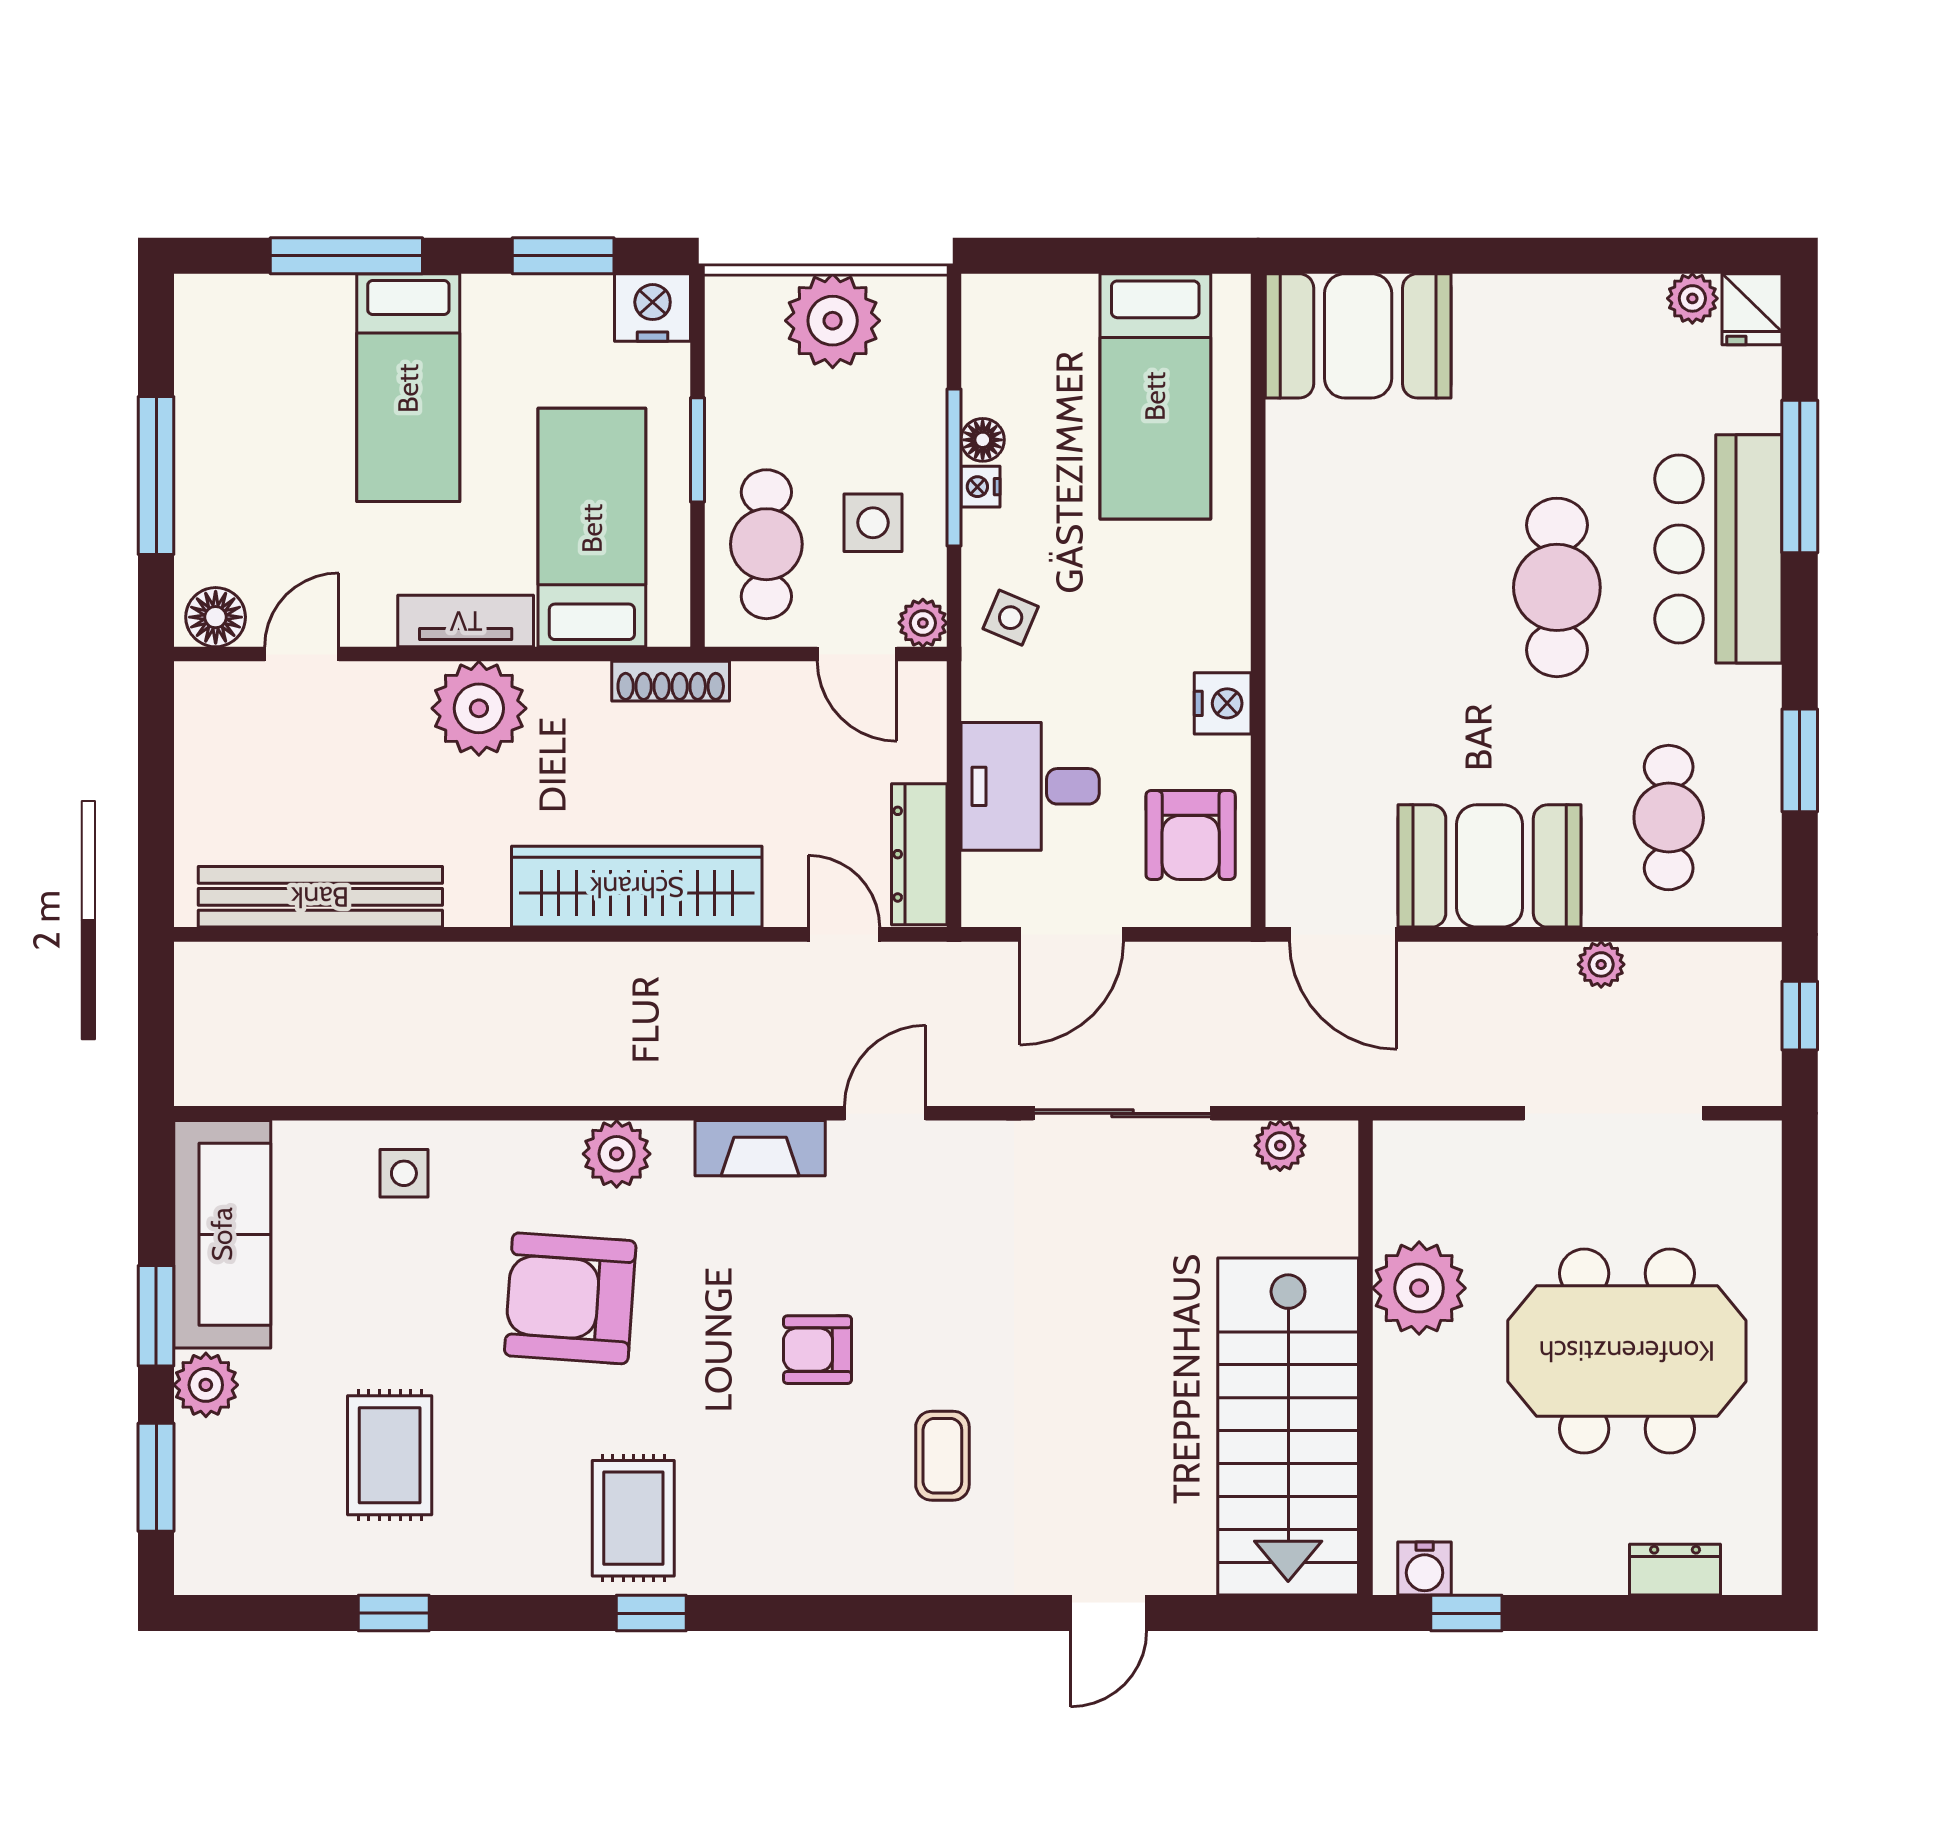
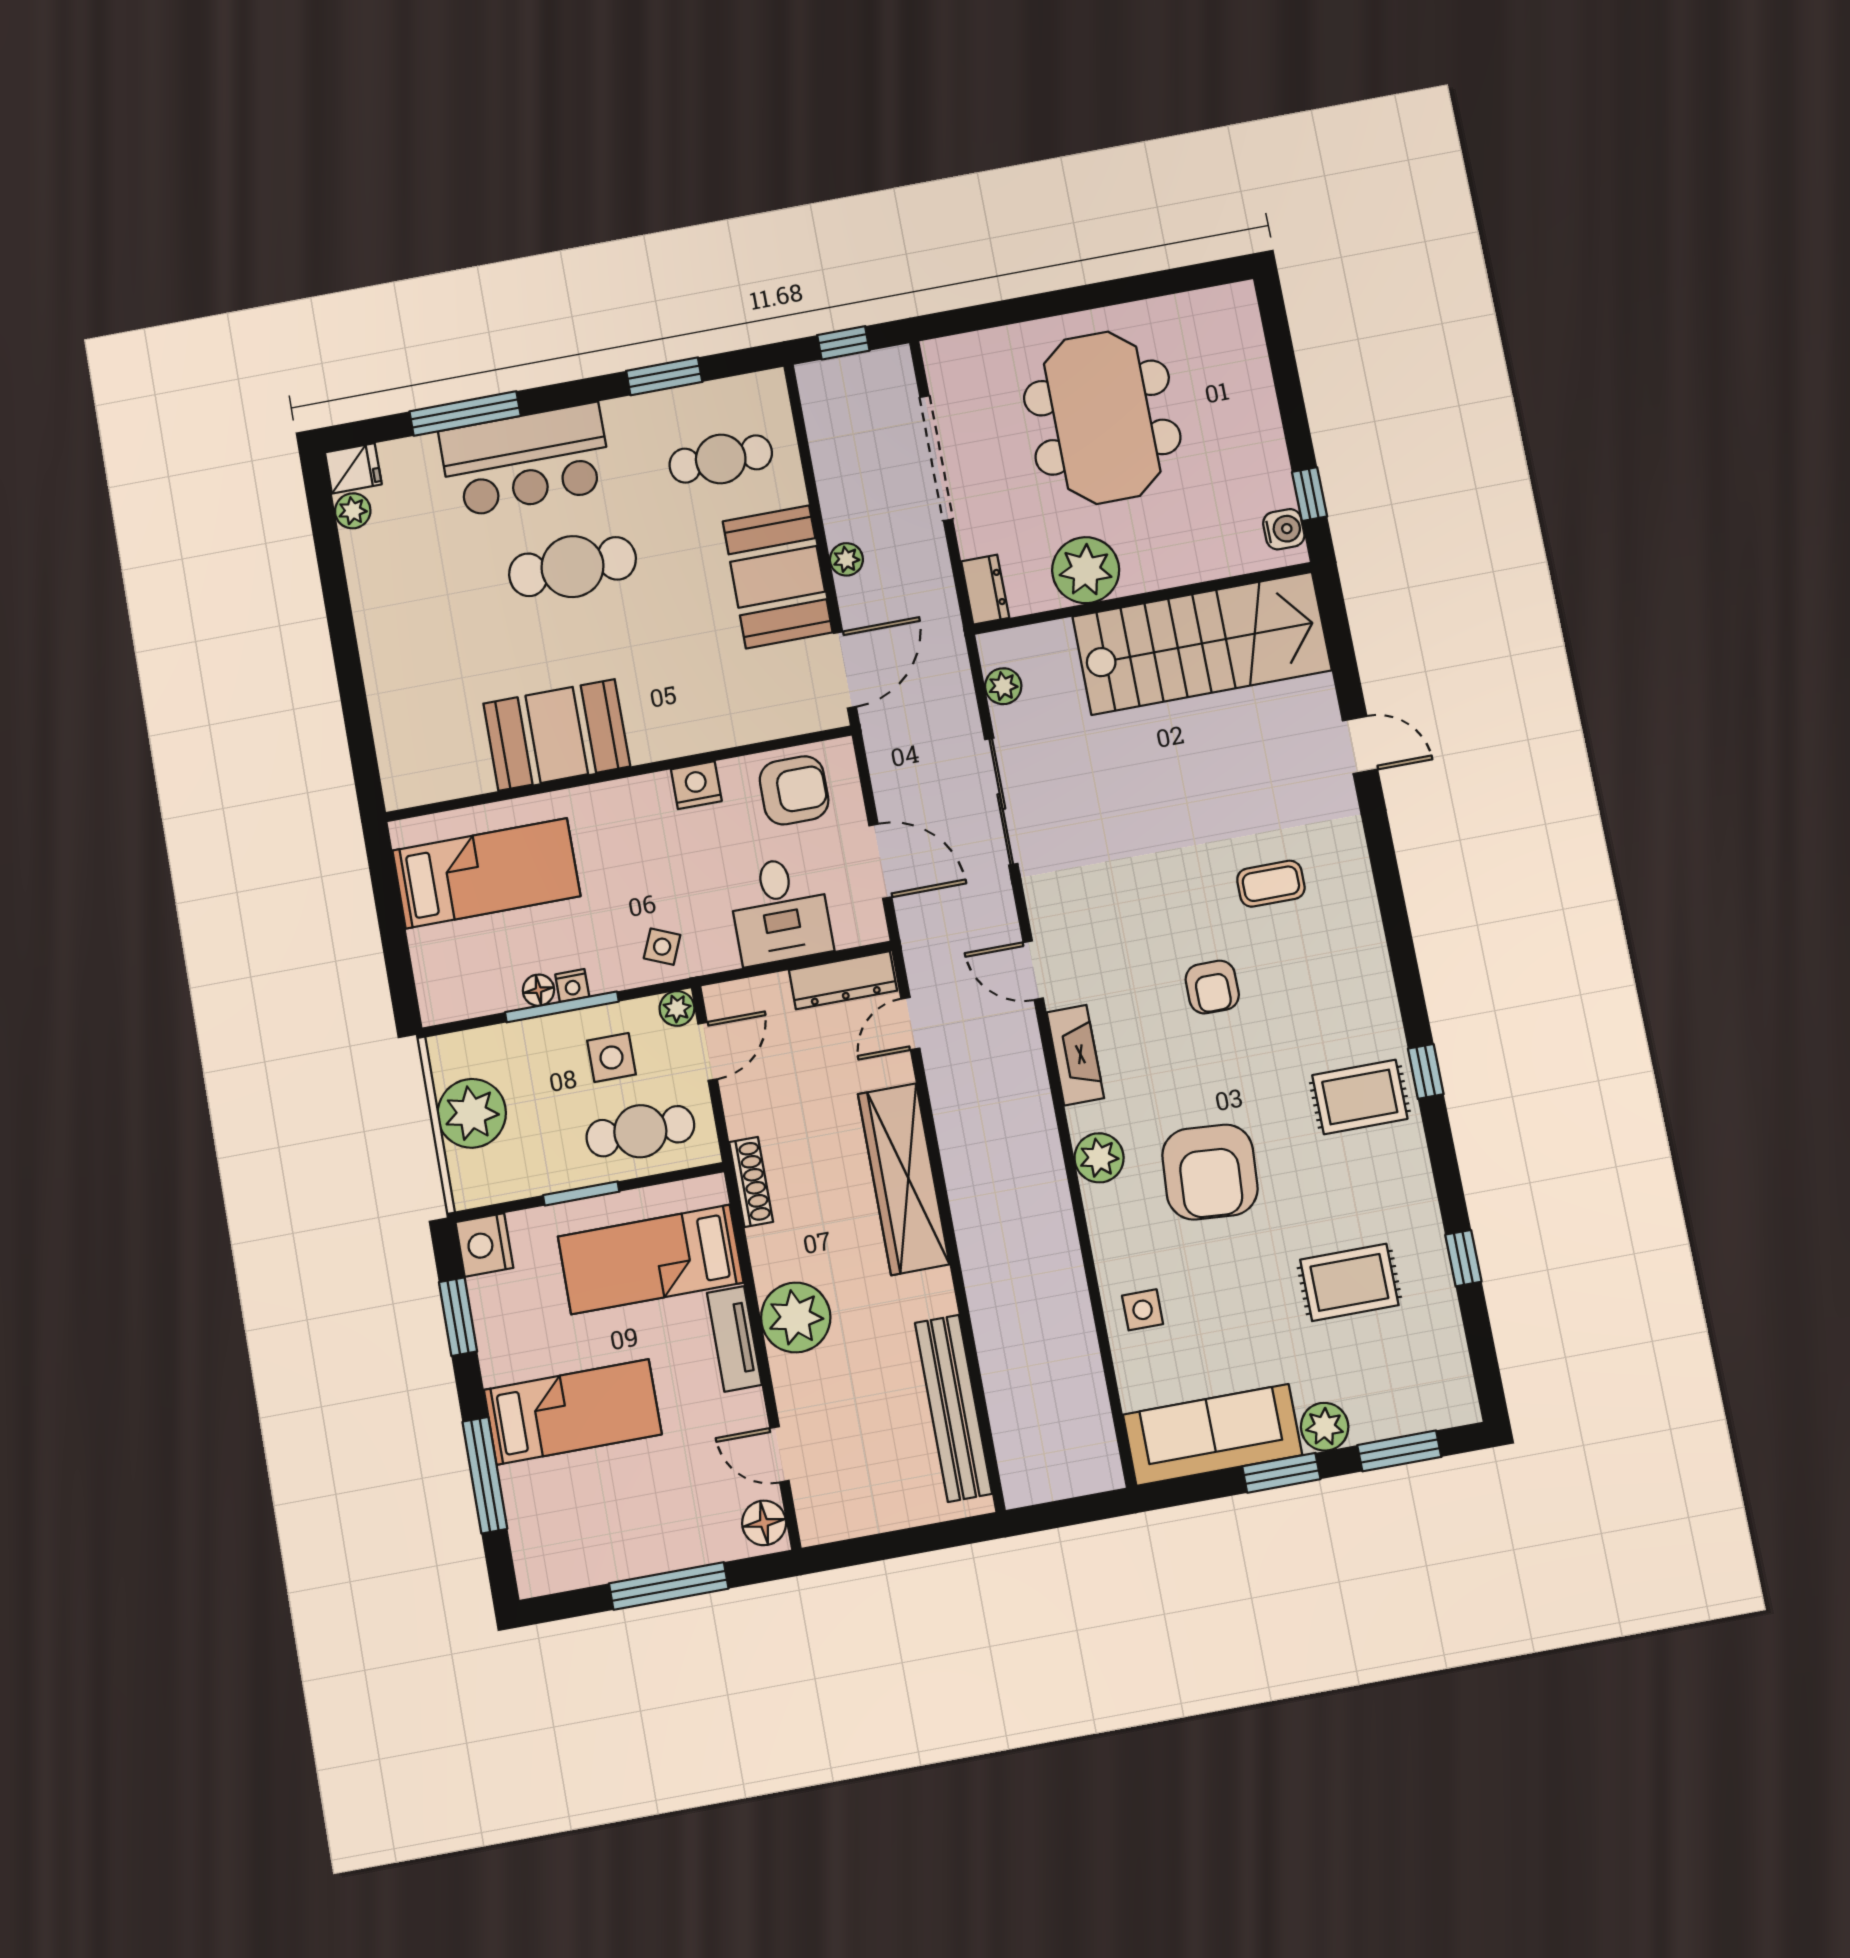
booth: (1358, 336) -> (557, 735), moved, turned 90
plant: (1601, 964) -> (846, 559), moved
dresser: (1675, 1570) -> (985, 590), moved, turned 180

